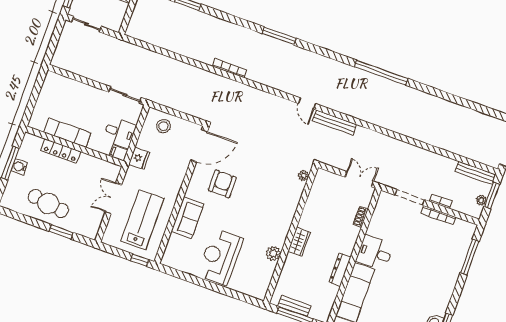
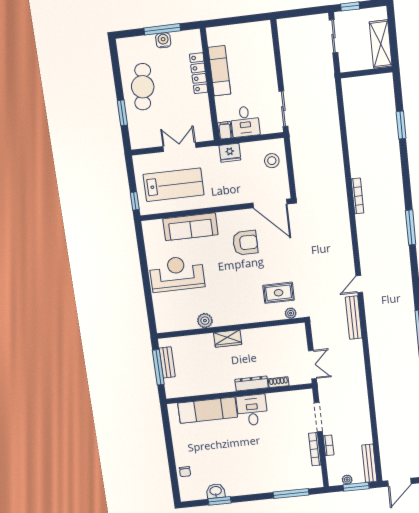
rug: (280, 177) -> (279, 293), added
sofa: (187, 218) -> (190, 227), width x1.36
dresser: (340, 270) -> (252, 384), moved

